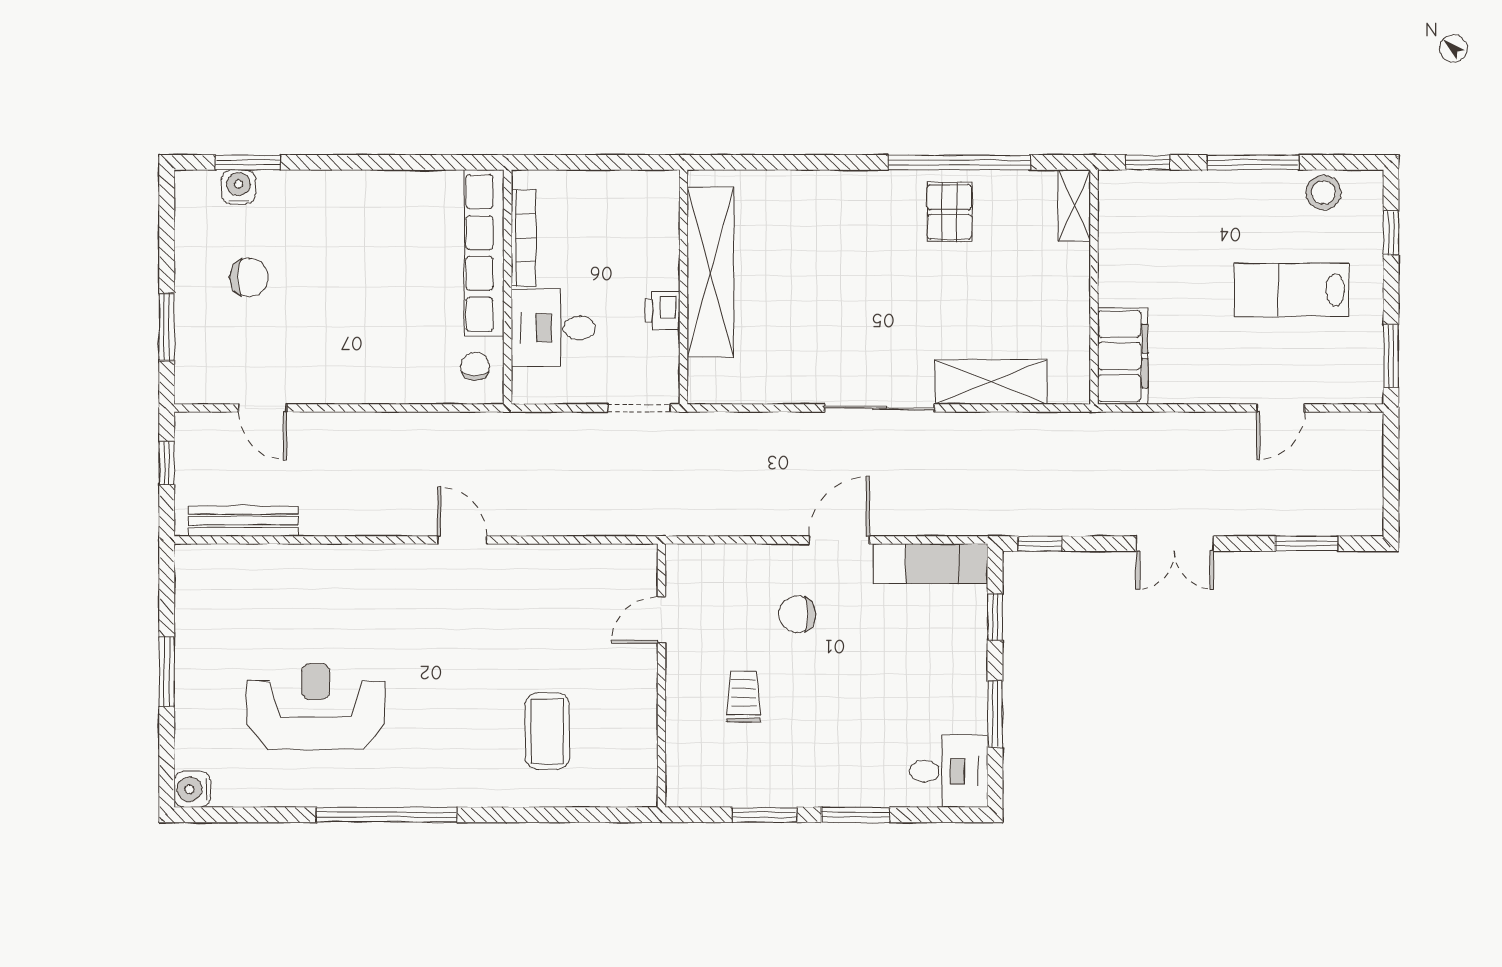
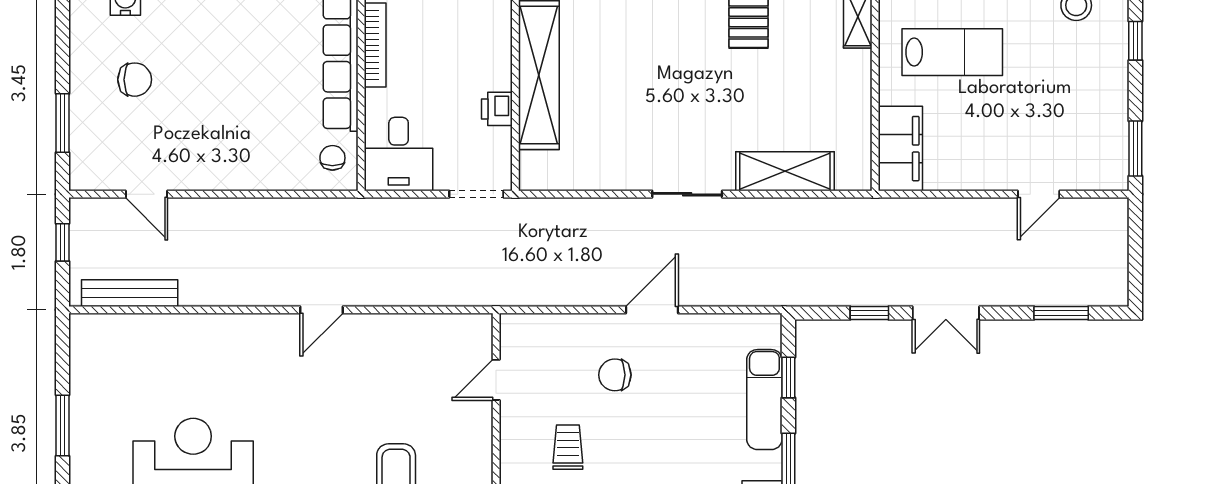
lab bench: (1292, 290) -> (952, 52), moved, turned 180
desk: (553, 328) -> (399, 154), moved, turned -90
sliding door: (879, 408) -> (687, 194), width x0.73
door: (462, 540) -> (321, 310), swing flipped
window: (1040, 544) -> (869, 313), moved
exam couch: (931, 564) -> (764, 400), moved, turned 90

